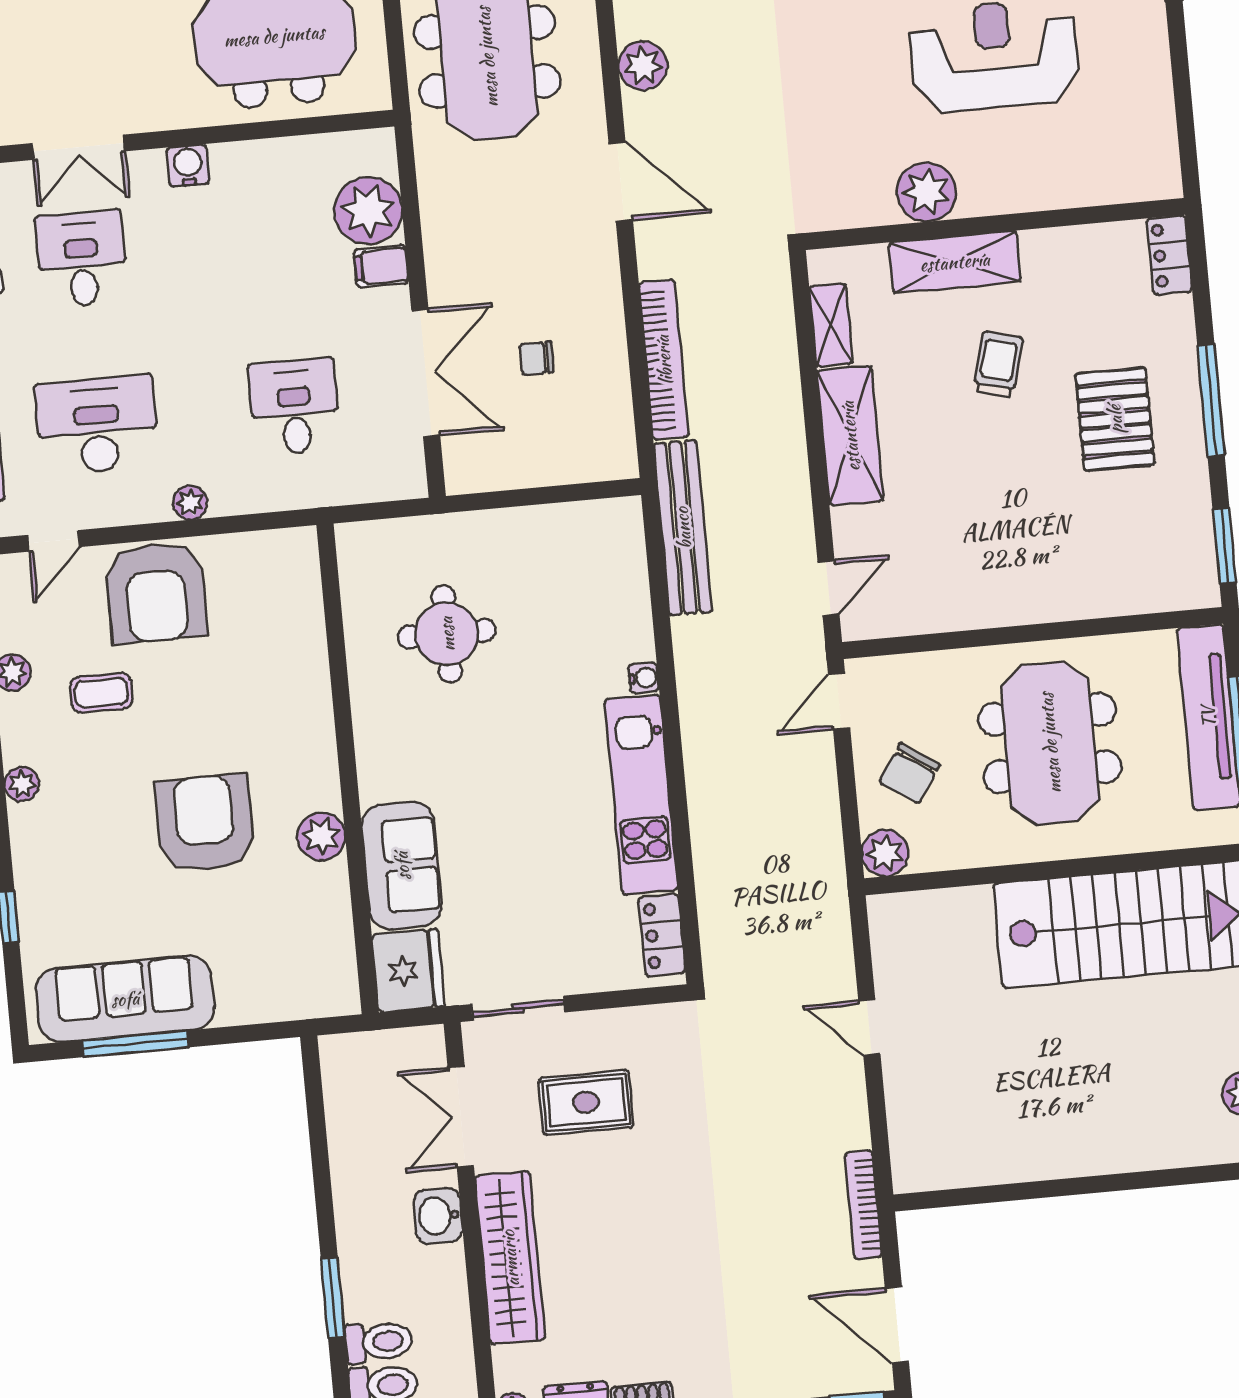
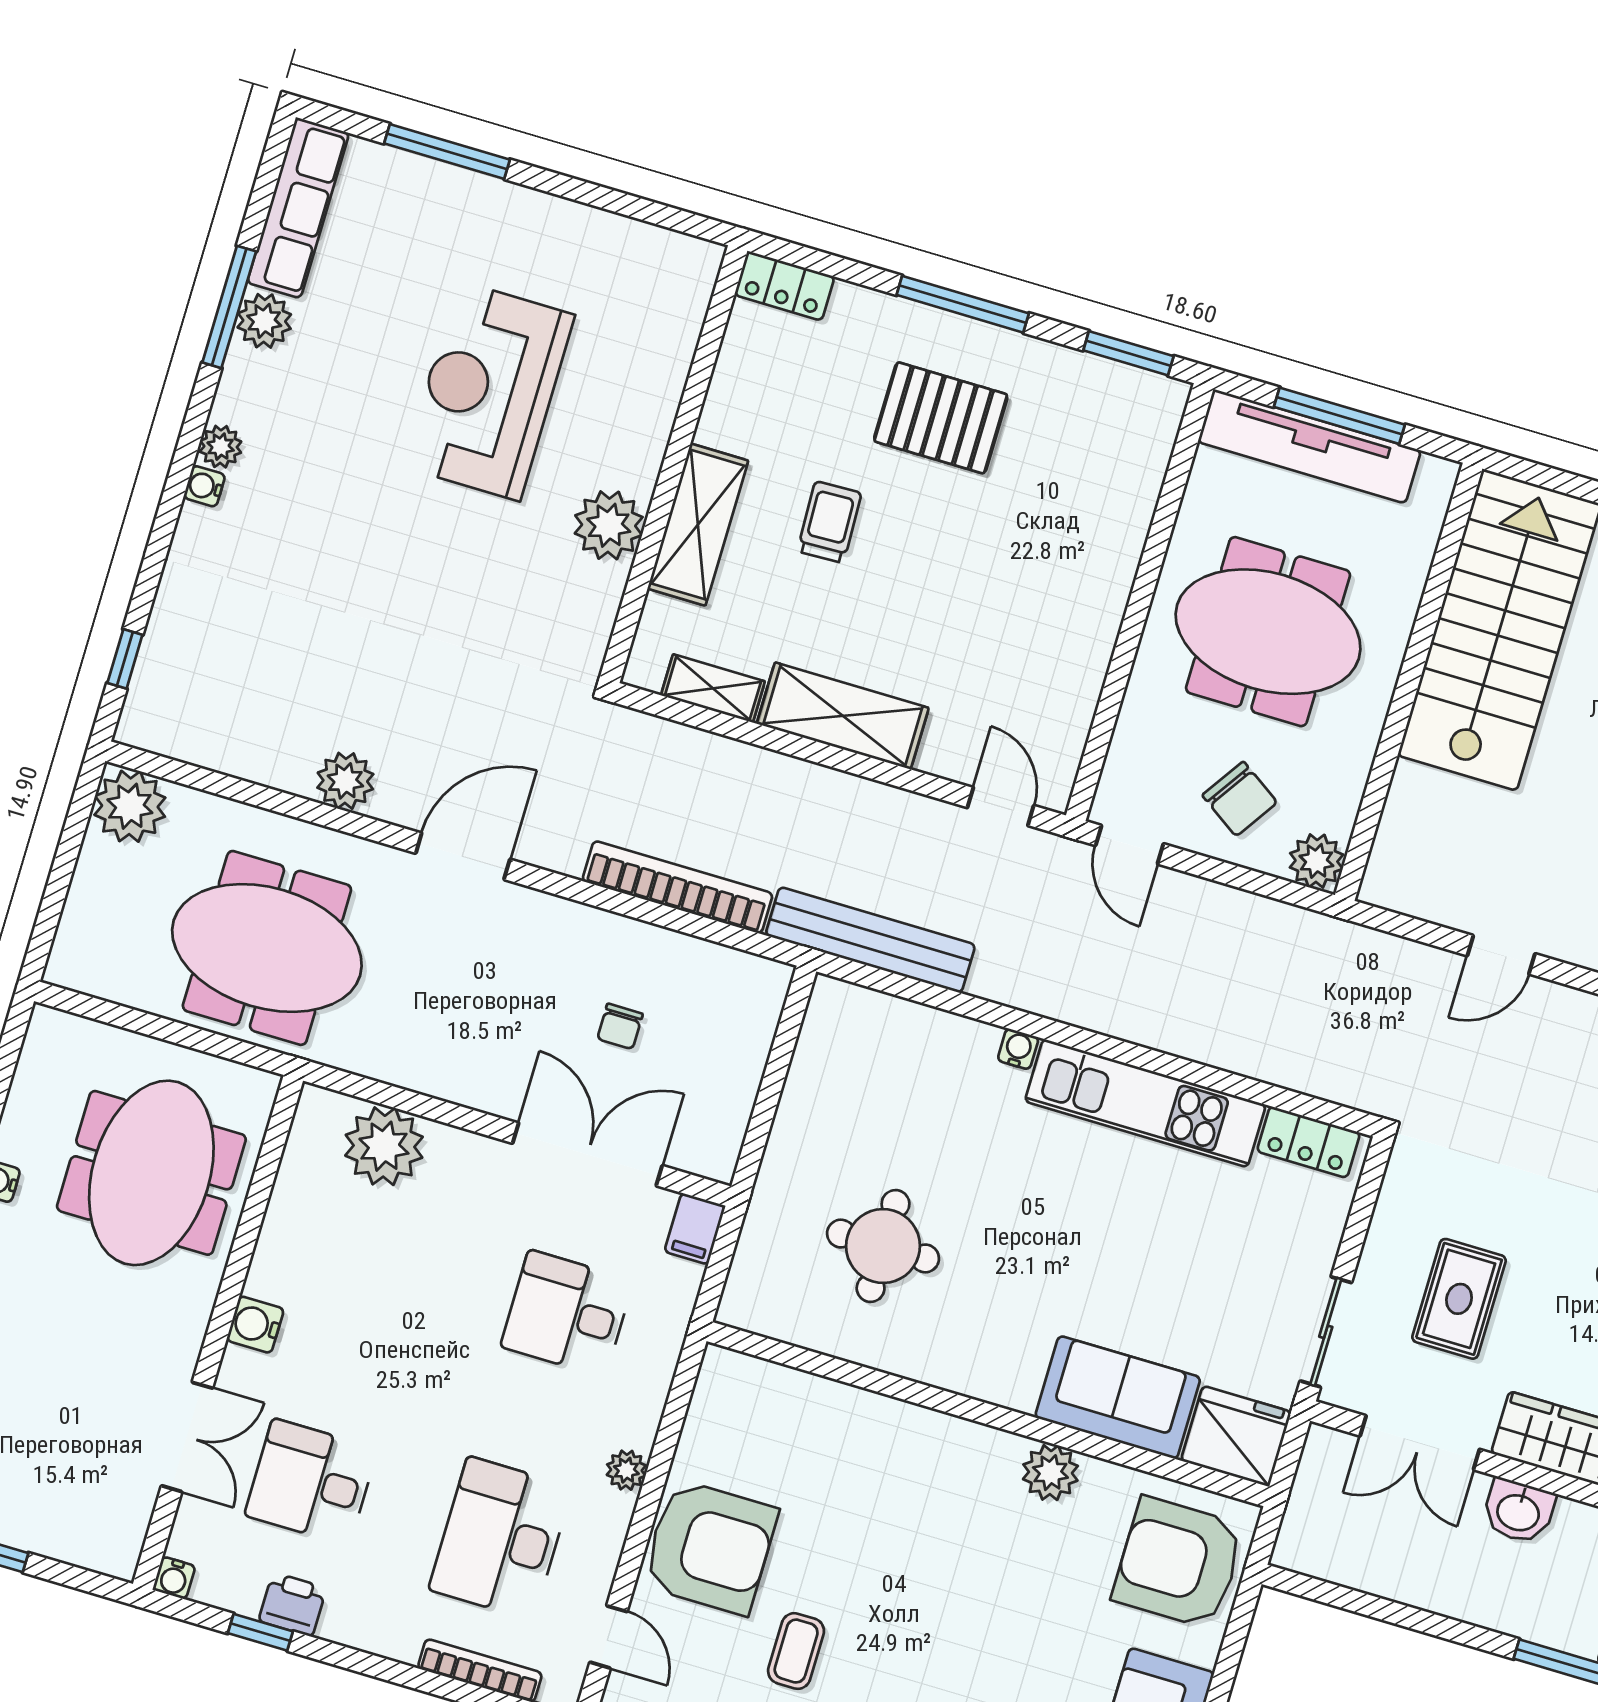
filing cabinet: (381, 266) -> (695, 1229), moved
trolley: (998, 364) -> (829, 522), turned 73
armchair: (205, 823) -> (1179, 1563), moved

